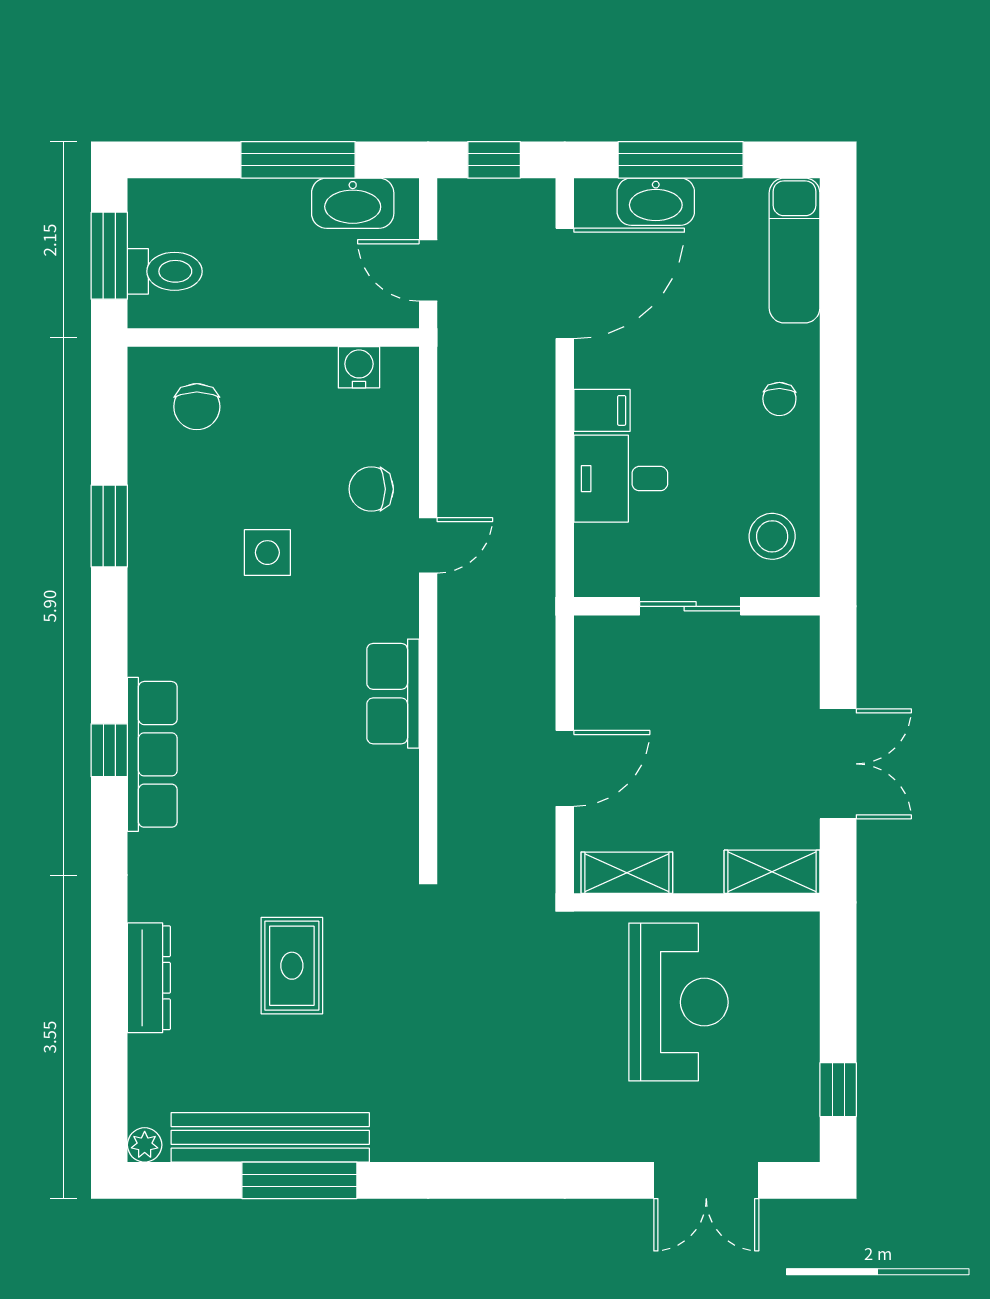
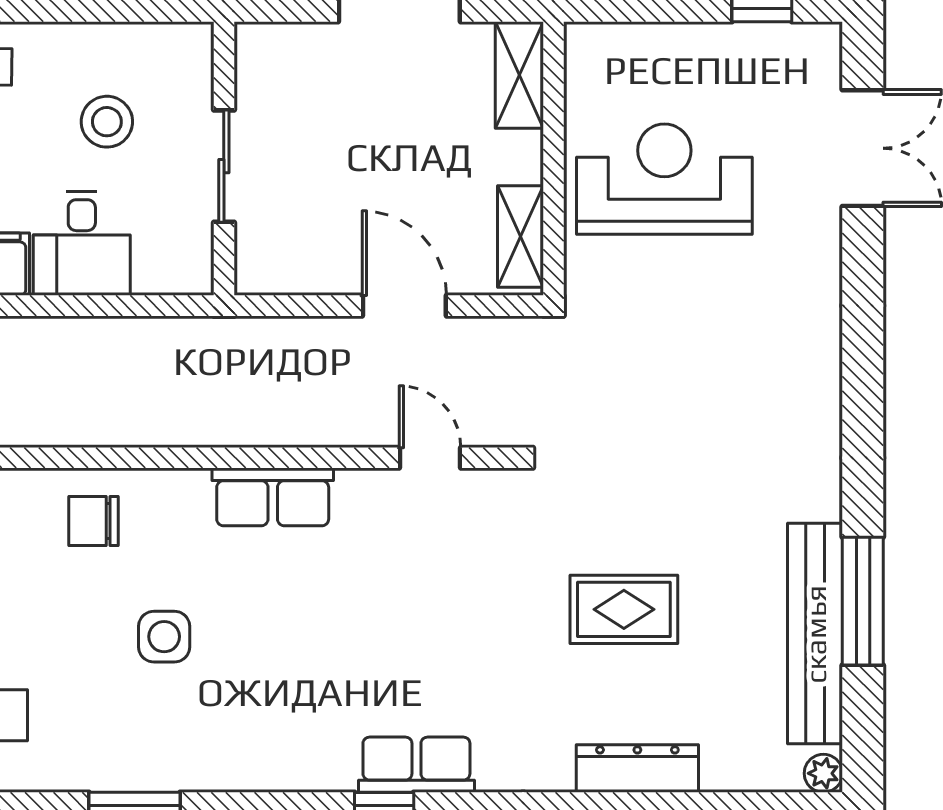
chair: (371, 489) -> (93, 521), turned 90
stool: (772, 536) -> (107, 122), moved
door: (428, 545) -> (430, 458), moved
row of seats: (393, 694) -> (273, 497), moved
row of seats: (152, 754) -> (416, 765), width x0.68

